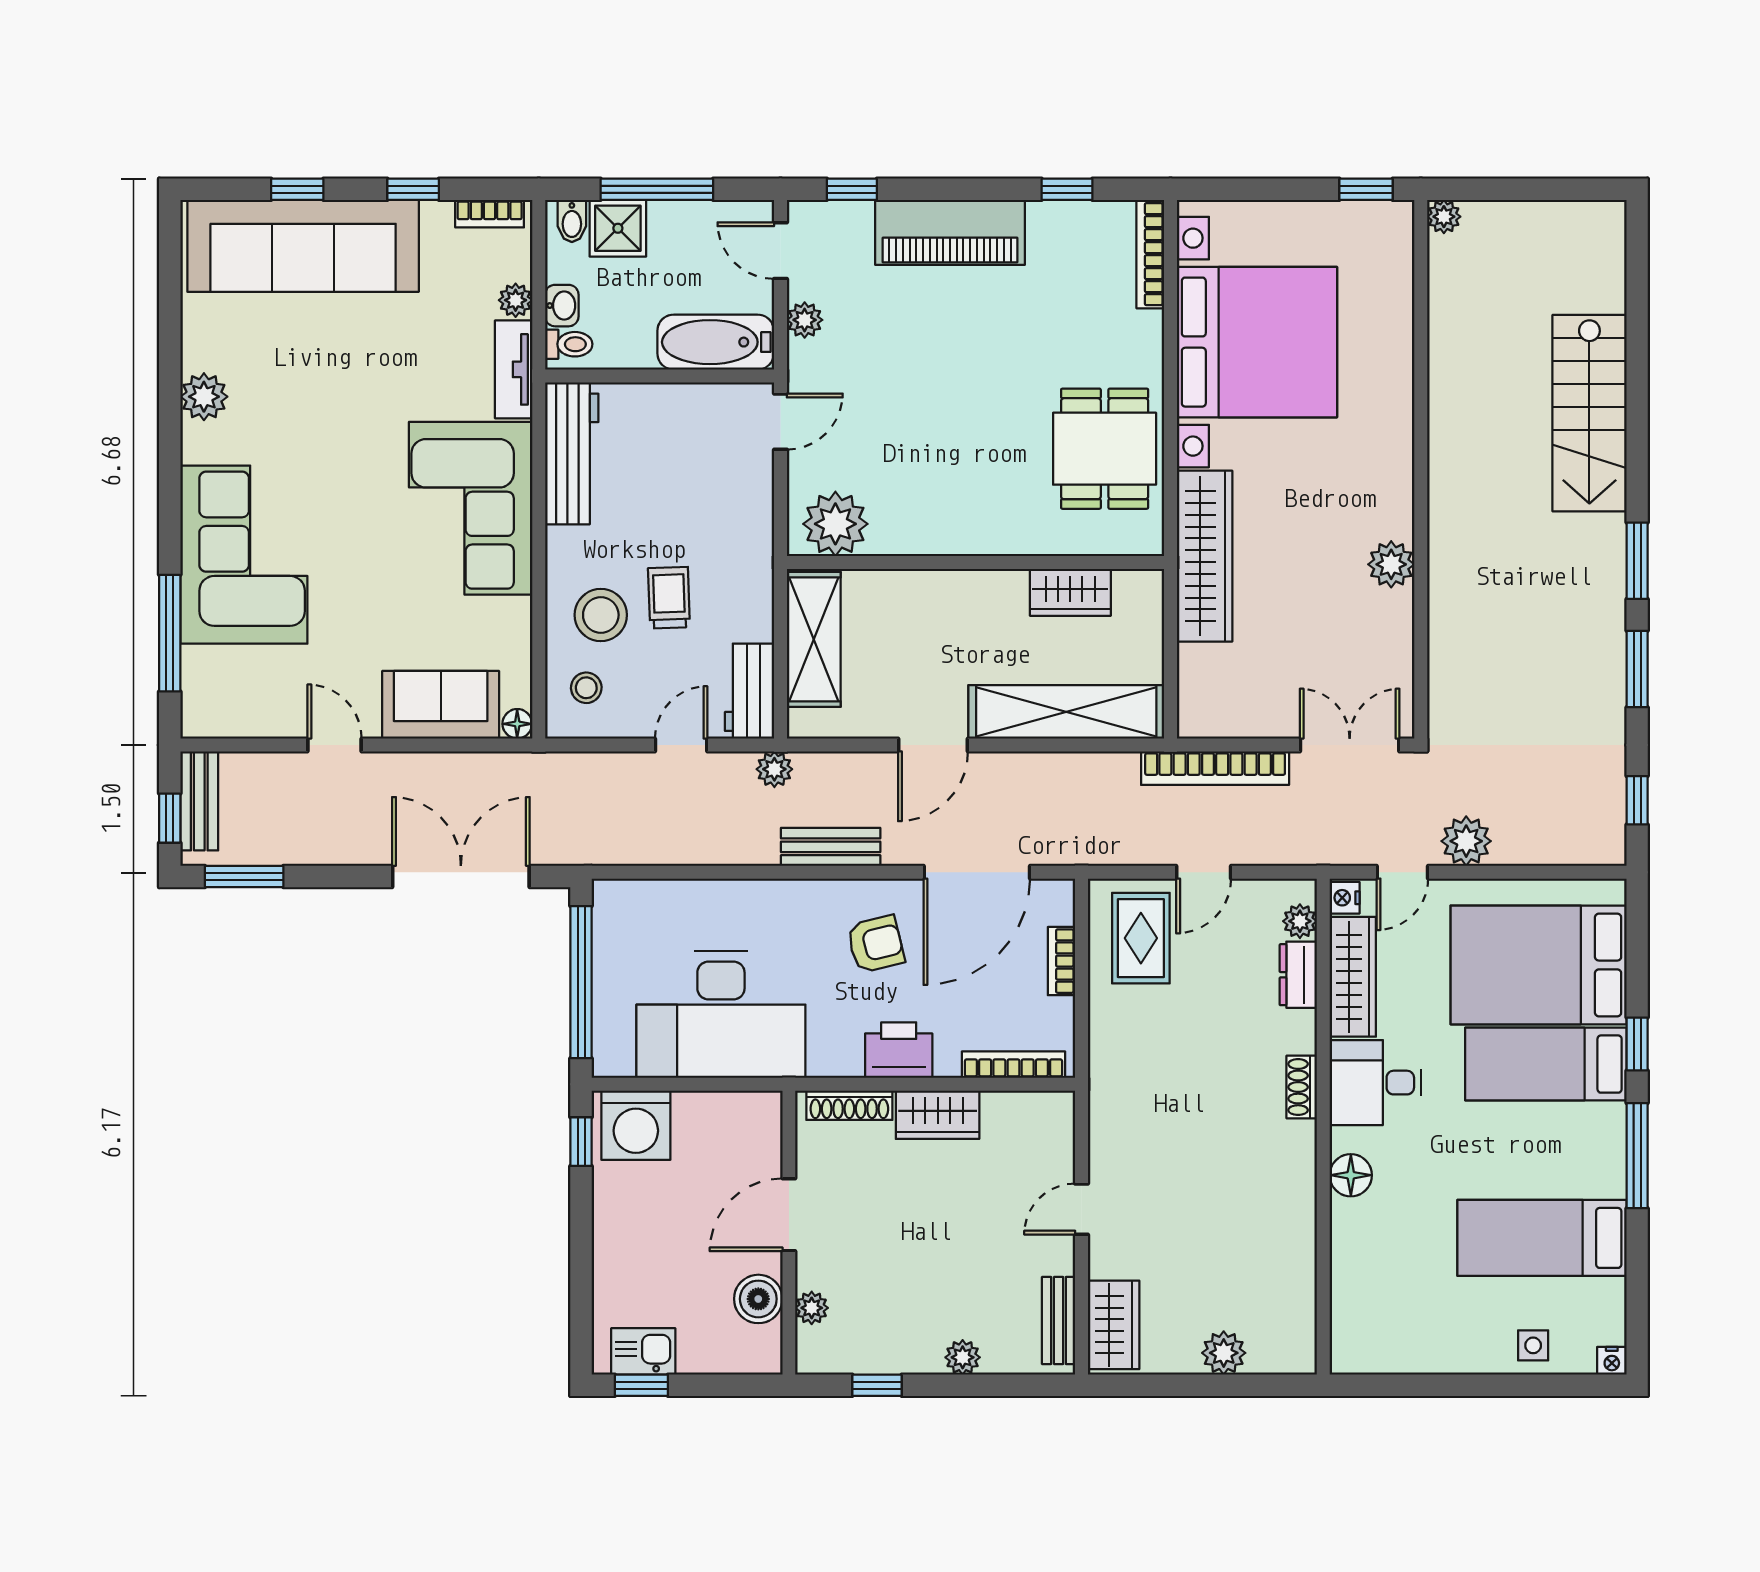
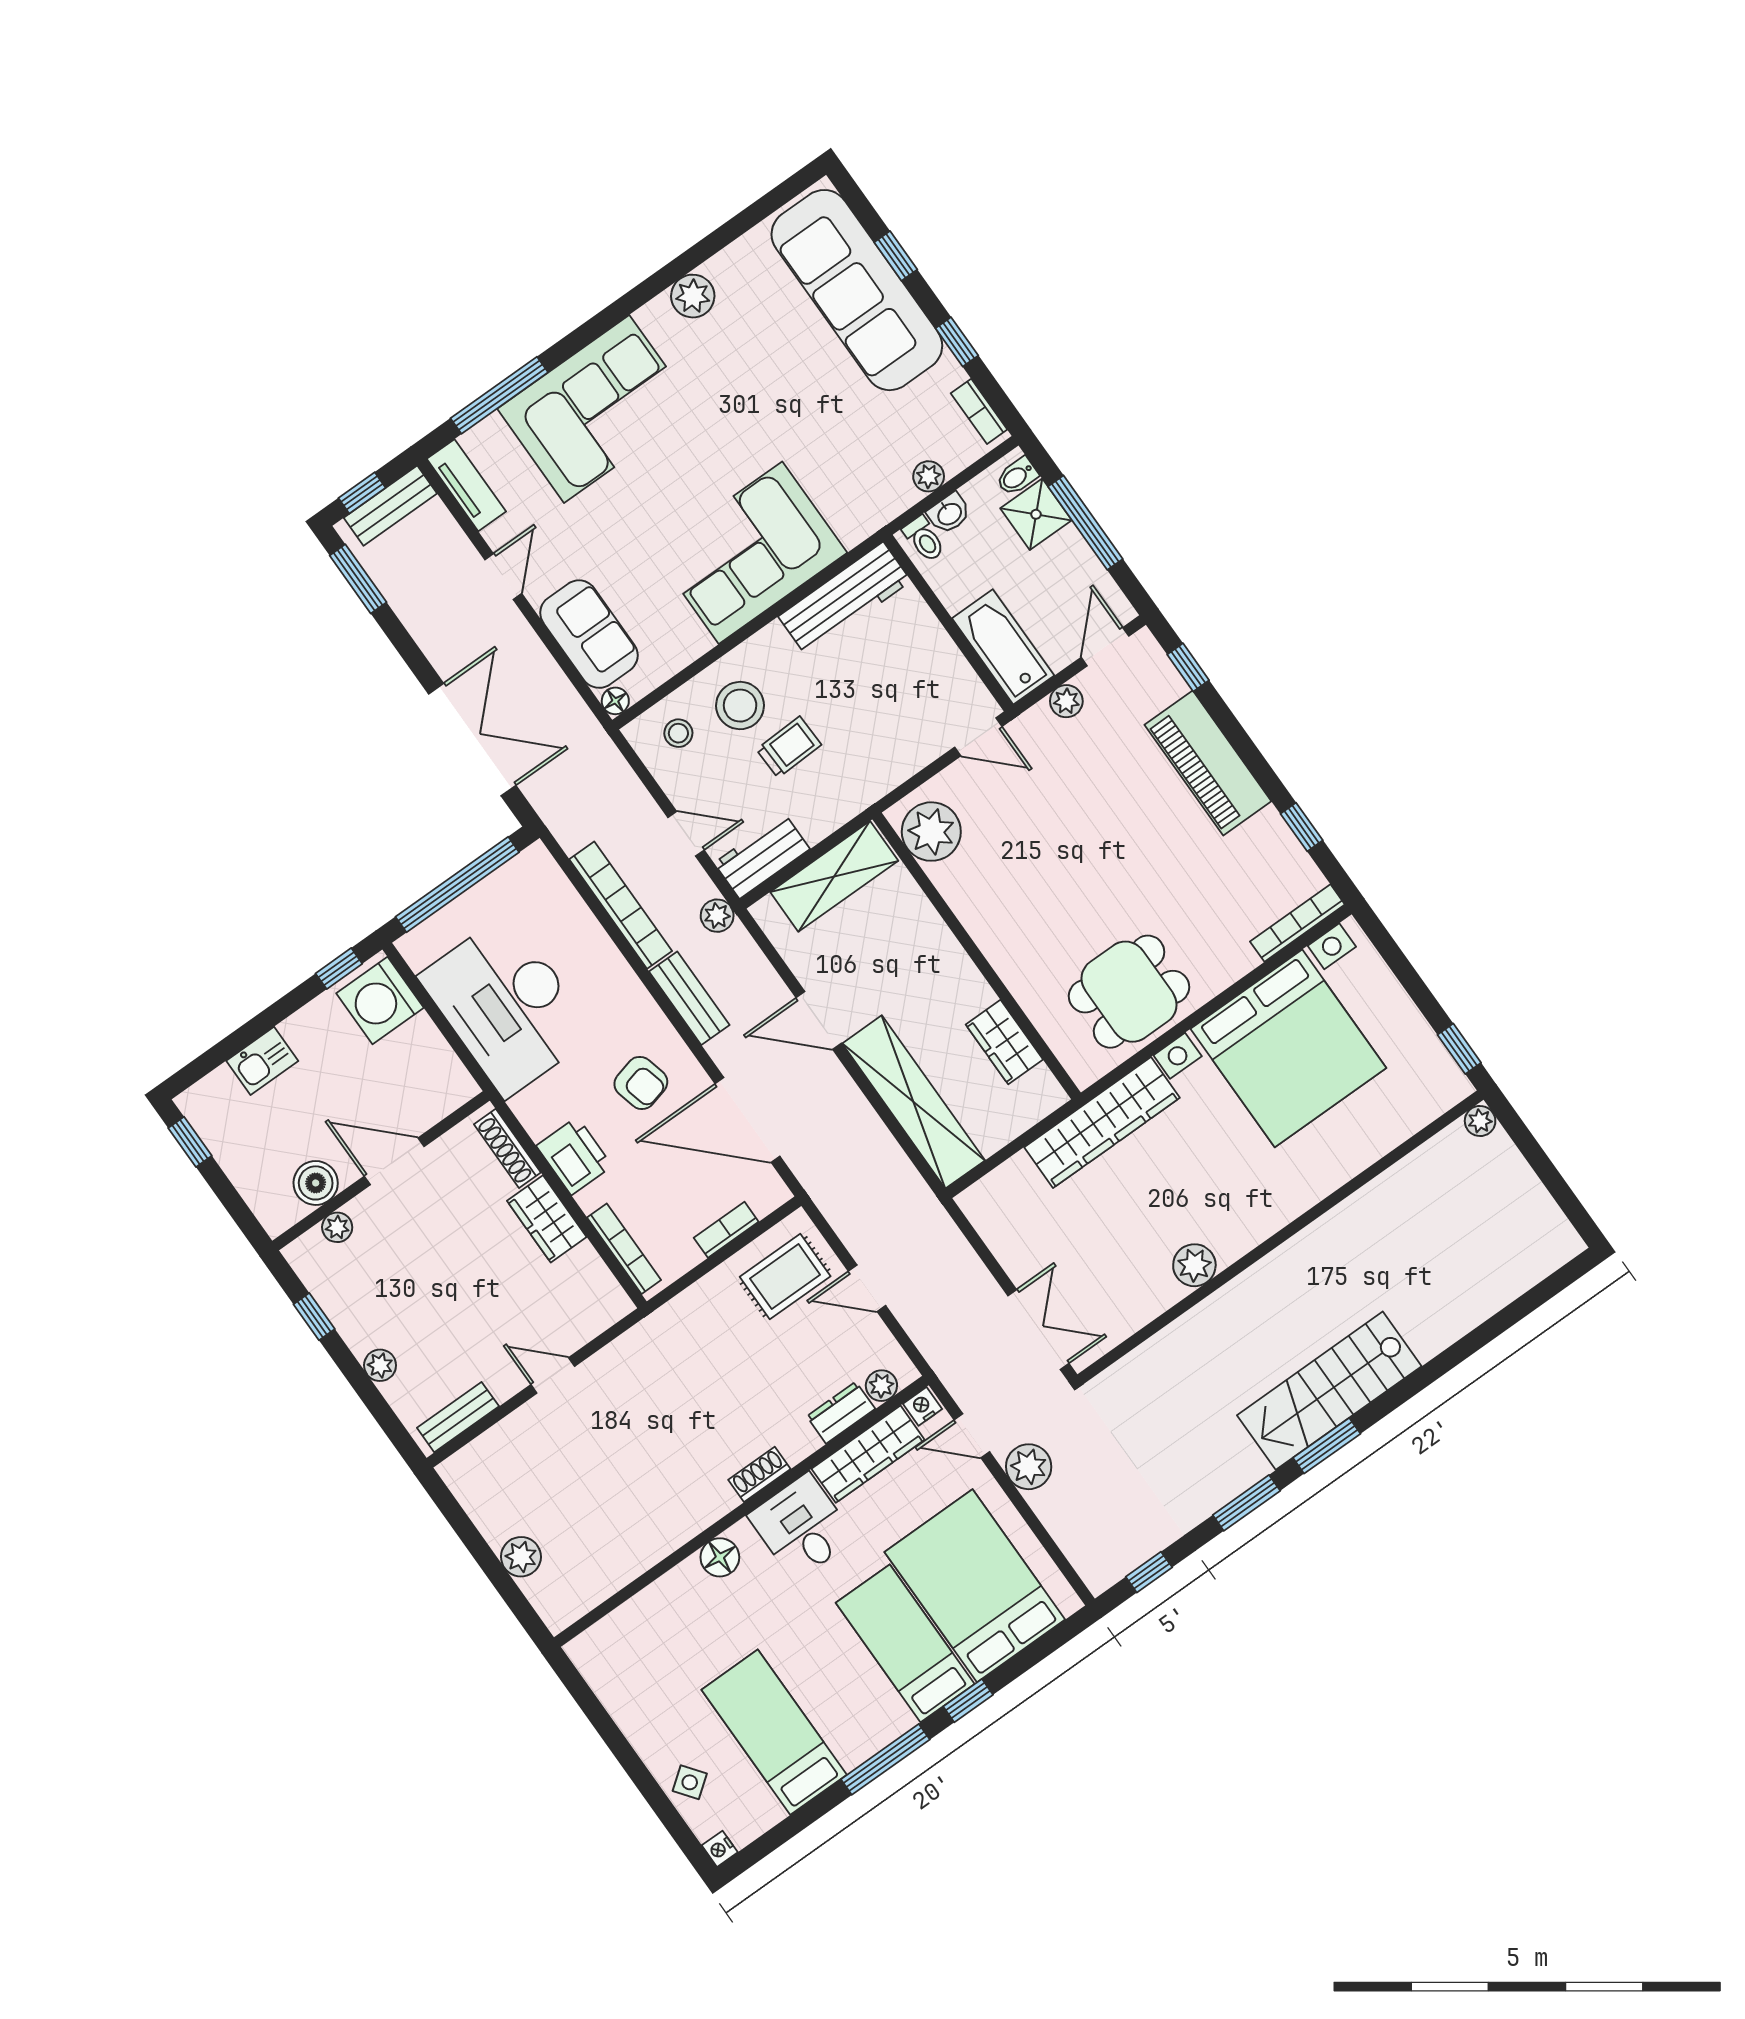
tv unit: (514, 369) -> (466, 485), moved, turned 90
stairs: (1589, 413) -> (1329, 1391), moved
bookcase: (1215, 768) -> (621, 905), moved, turned 180
wardrobe: (1114, 1325) -> (484, 1460), removed
side table: (1533, 1345) -> (690, 1782), turned -37
kitchen sink: (643, 1351) -> (262, 1061), moved, turned 90

